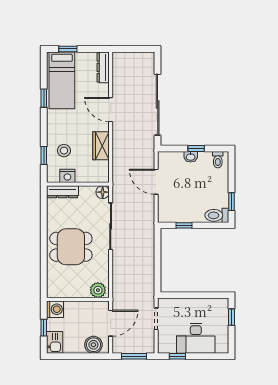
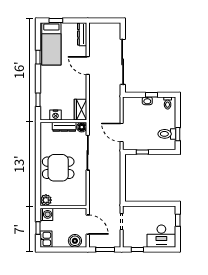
wardrobe: (101, 146) -> (81, 110), moved
stool: (64, 151) -> (53, 96), removed
door: (156, 182) -> (122, 132), moved
dresser: (62, 192) -> (64, 127), moved
toilet: (217, 215) -> (167, 134), moved
plant: (98, 290) -> (46, 200), moved
door: (111, 323) -> (88, 225), hinge flipped
desk: (196, 338) -> (161, 236), moved

